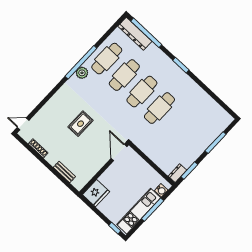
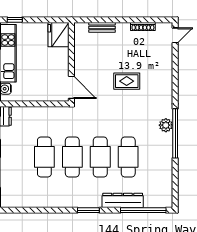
dresser: (135, 34) -> (123, 200), moved
cafe table: (107, 59) -> (44, 157), moved
rug: (81, 124) -> (127, 81), turned 90

